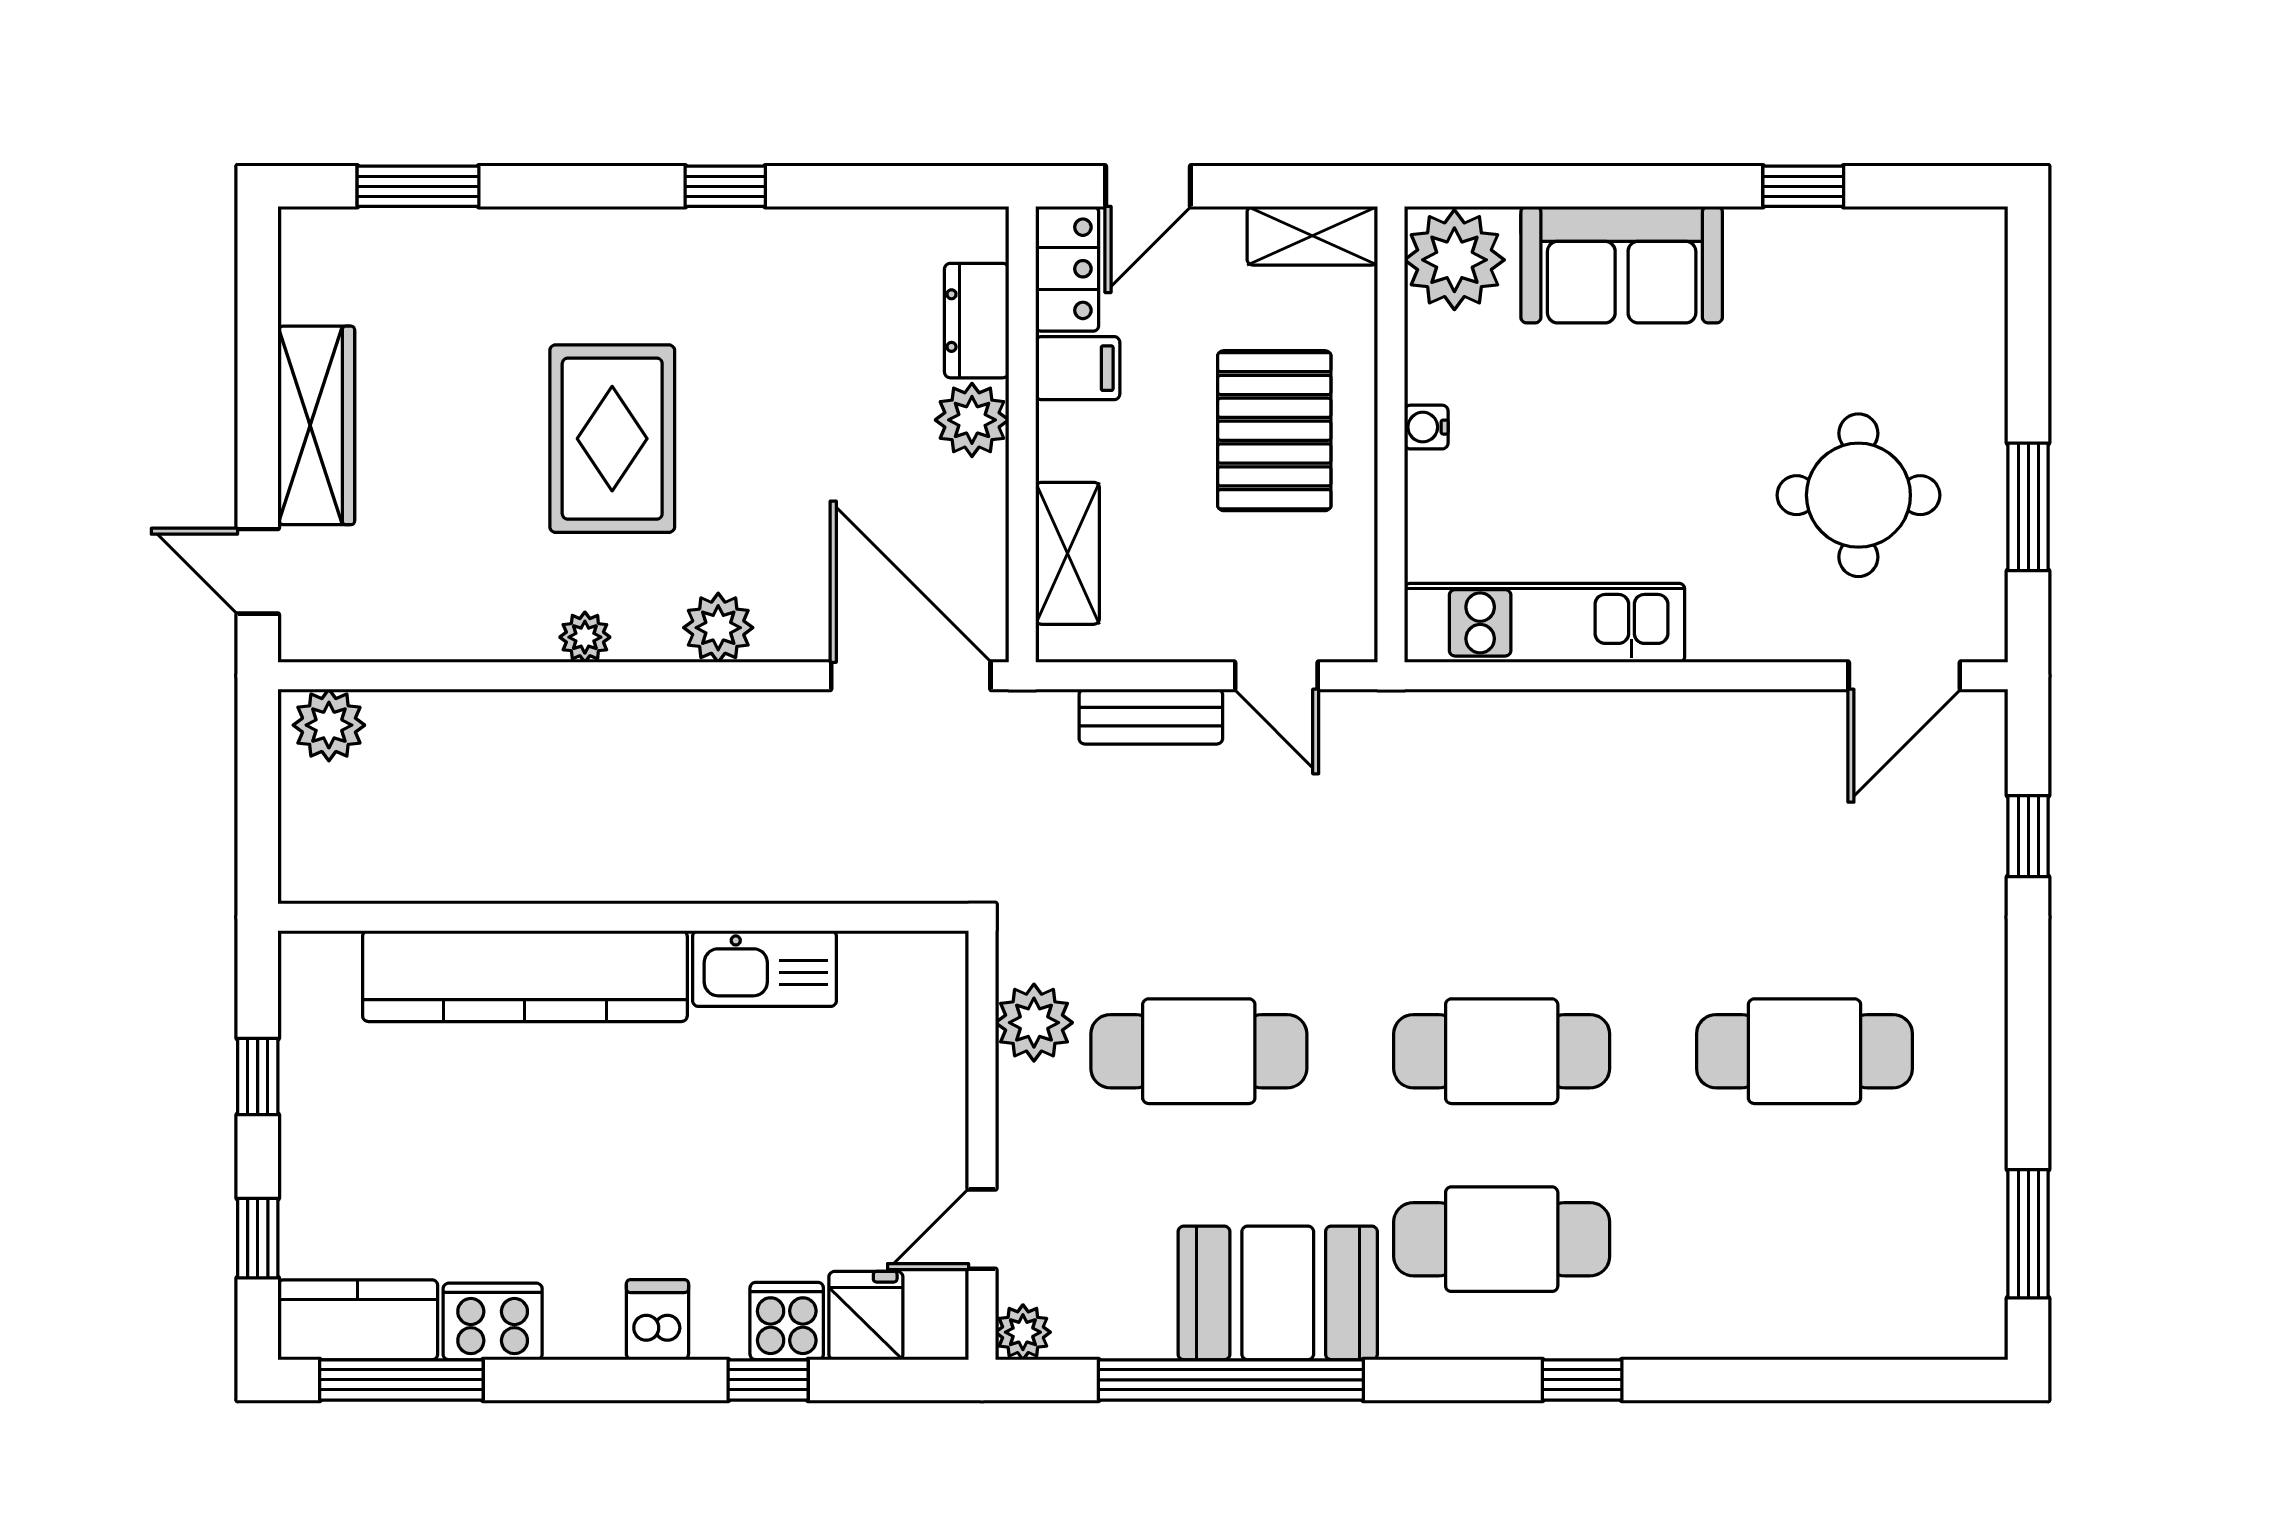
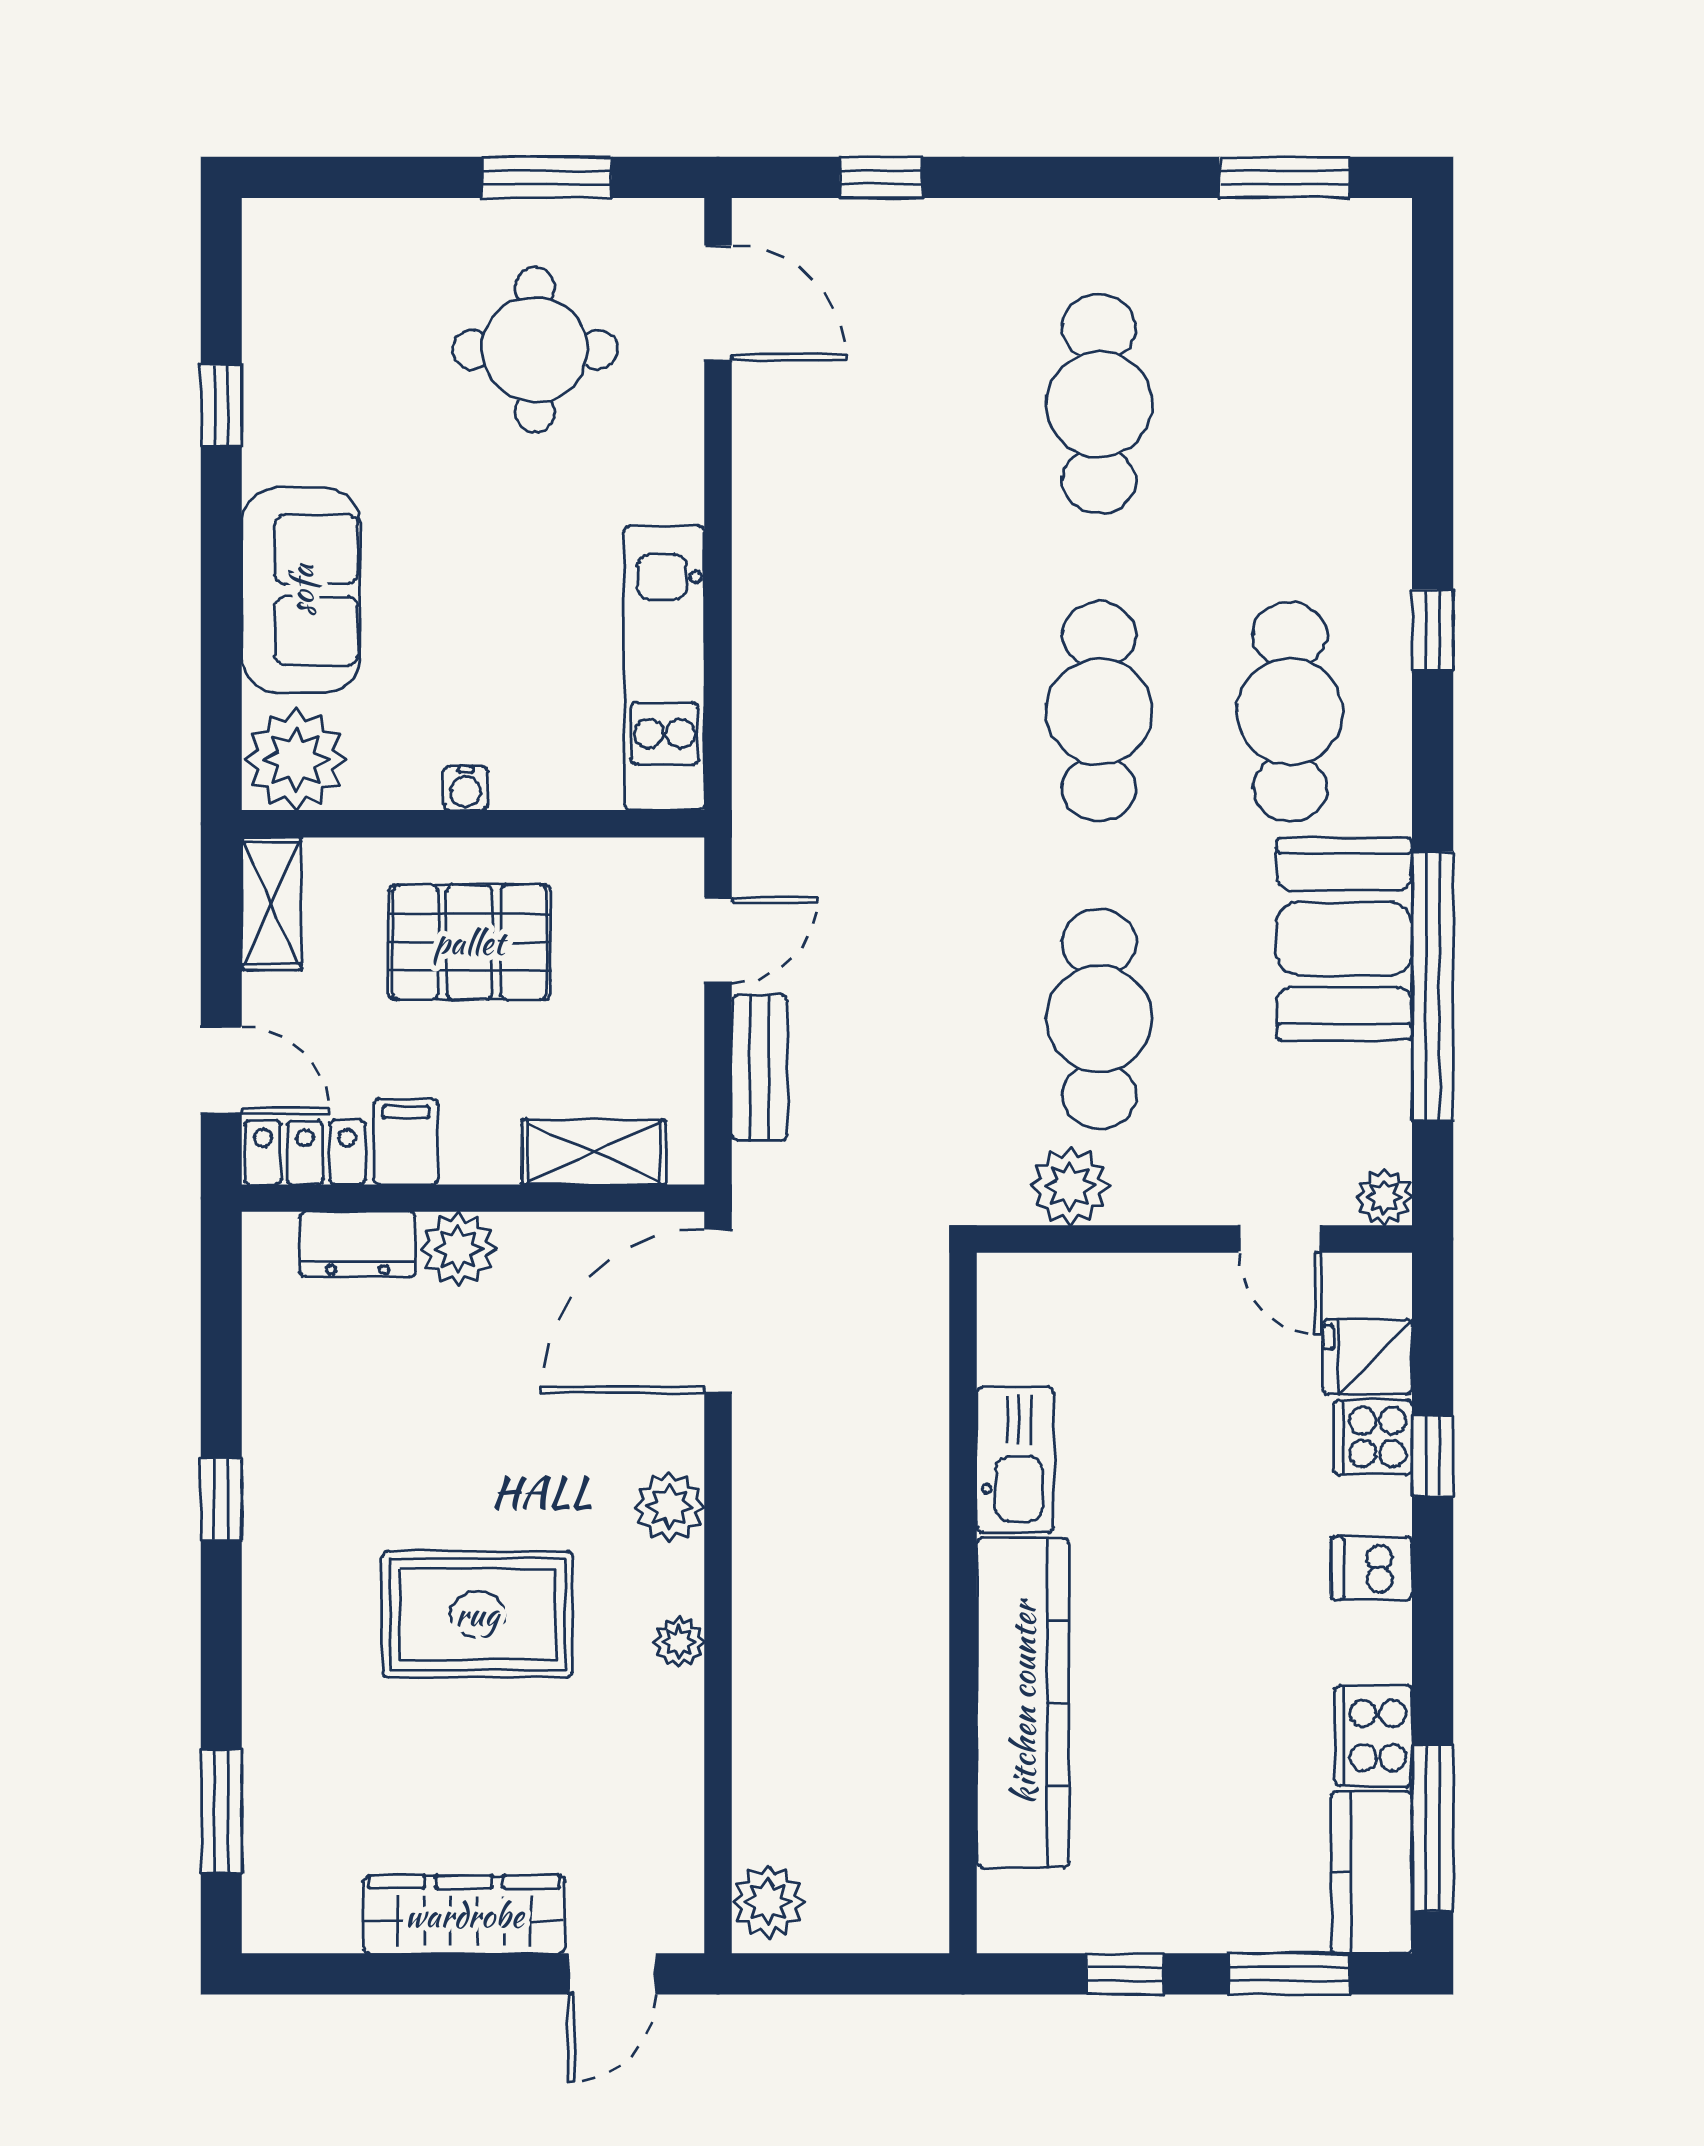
window: (258, 1238) -> (1289, 1974), width x1.50

